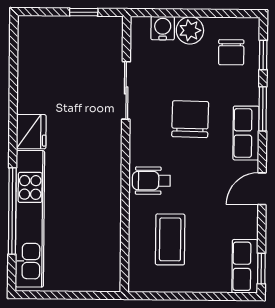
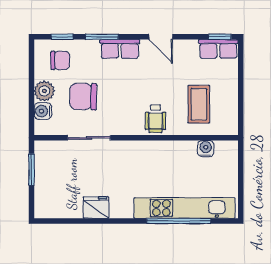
window: (84, 12) -> (32, 170), width x1.50
chair: (190, 119) -> (83, 97), moved
fridge: (31, 132) -> (96, 208), moved
coffee table: (170, 239) -> (199, 104), turned 90
water cooler: (110, 248) -> (206, 149), added

